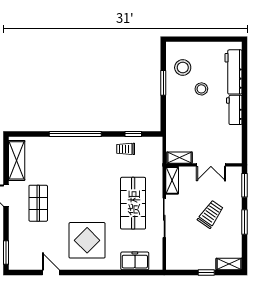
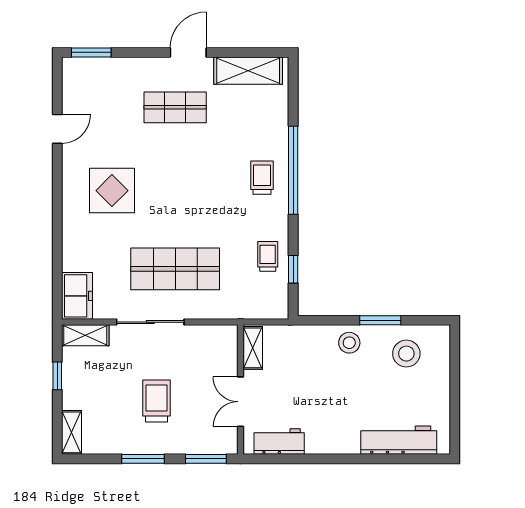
stool: (201, 89) -> (349, 343), moved
workbench: (234, 110) -> (279, 441), moved
trolley: (79, 152) -> (262, 178), added
shelving: (172, 180) -> (85, 335), moved
trolley: (211, 214) -> (156, 401), turned -125
display table: (87, 240) -> (112, 191), width x0.73, depth x0.73
freezer: (135, 261) -> (77, 296), moved
window: (206, 272) -> (57, 376), moved

